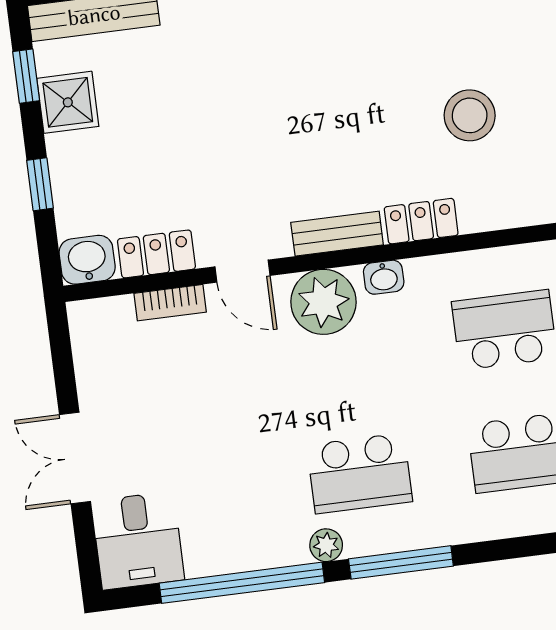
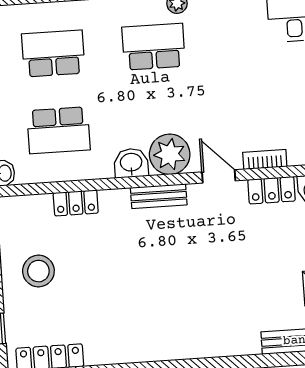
stool: (470, 115) -> (38, 271), moved
locker: (421, 221) -> (76, 203), moved
washbasin: (384, 277) -> (131, 163), width x1.38, depth x1.45

